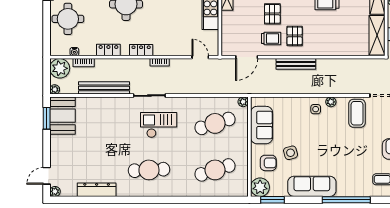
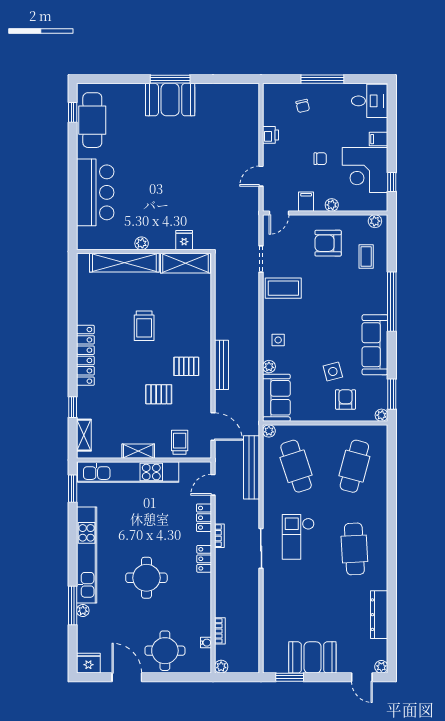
trolley: (271, 39) -> (180, 442), moved
locker: (108, 50) -> (204, 518), moved
plant: (60, 68) -> (221, 667), width x0.53, depth x0.53
bench: (104, 88) -> (252, 467), moved
plant: (55, 89) -> (253, 667), removed
plant: (331, 102) -> (269, 367), moved
booth: (62, 116) -> (312, 657), moved
sofa: (262, 125) -> (276, 398), moved, turned 90
cafe table: (215, 170) -> (354, 466), turned 33
plant: (260, 187) -> (381, 415), width x0.53, depth x0.53

